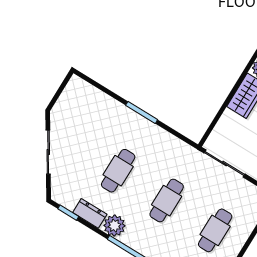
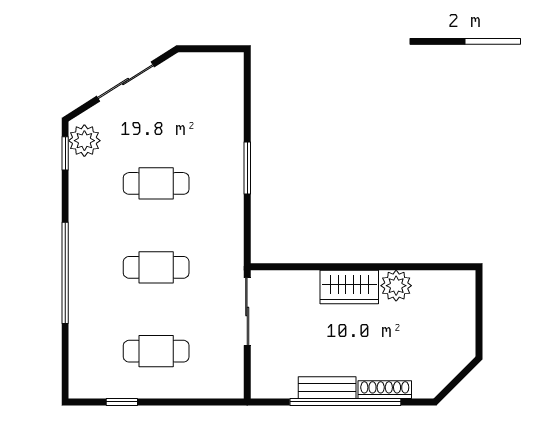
dresser: (90, 213) -> (81, 181), removed
plant: (114, 226) -> (84, 141), moved

